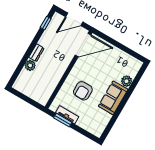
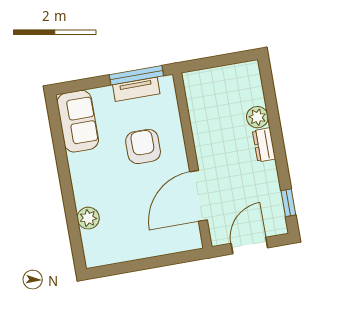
door: (83, 45) -> (198, 196), moved
sofa: (113, 98) -> (78, 121), moved
window: (63, 120) -> (136, 75), width x1.44

